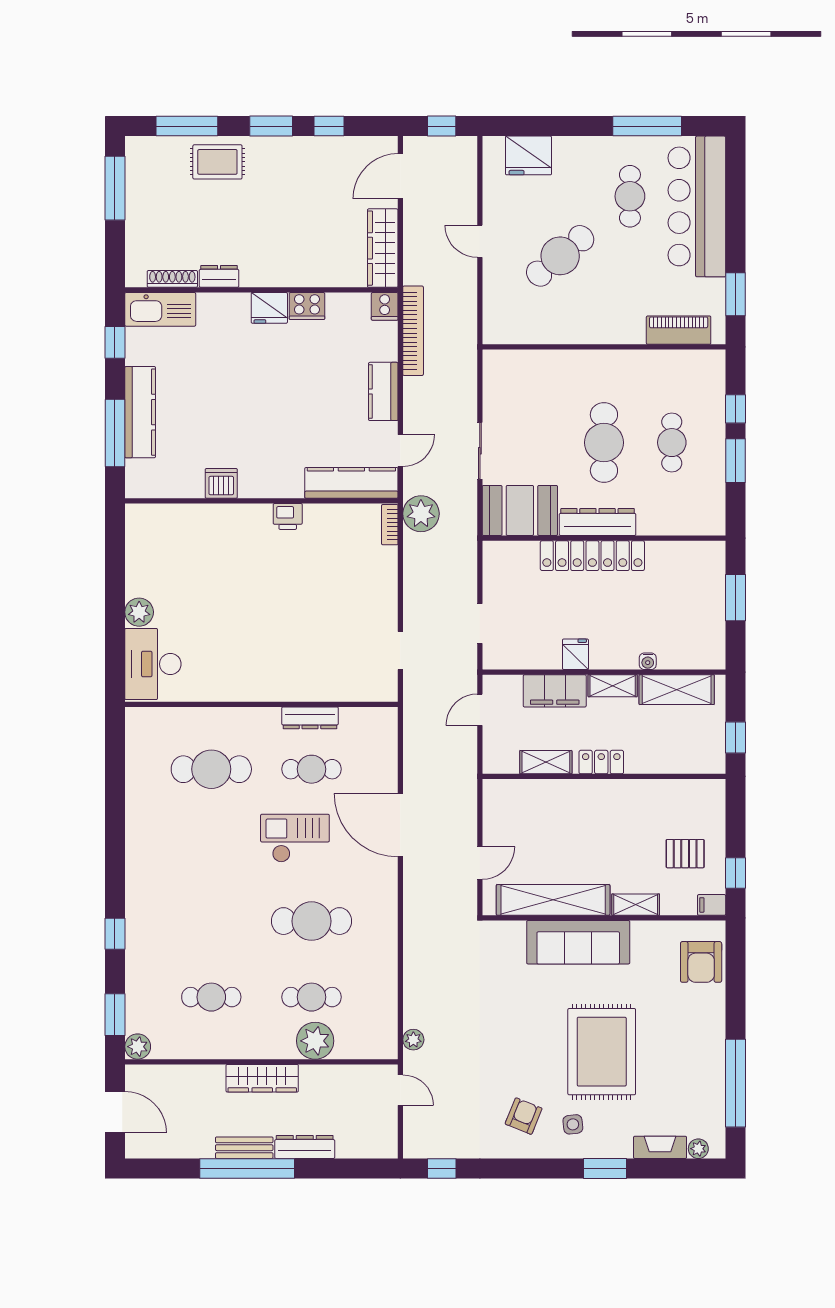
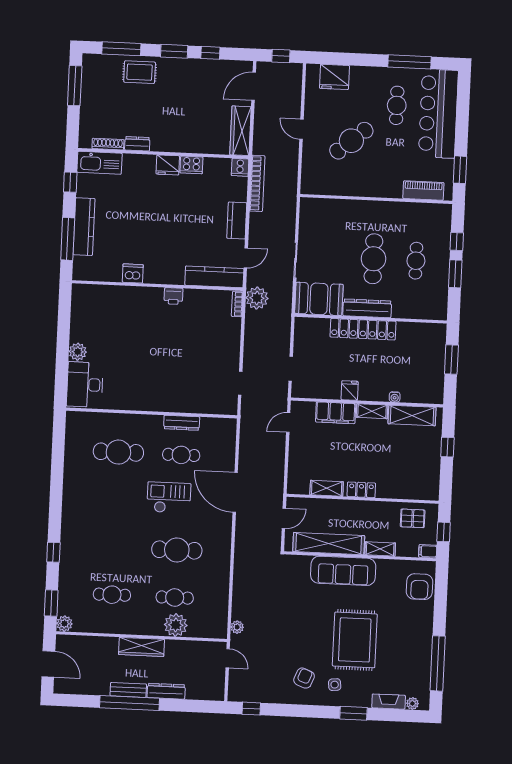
shelving: (546, 762) -> (327, 488), moved
locker: (601, 762) -> (361, 490), moved
wall: (604, 776) -> (363, 499), moved

